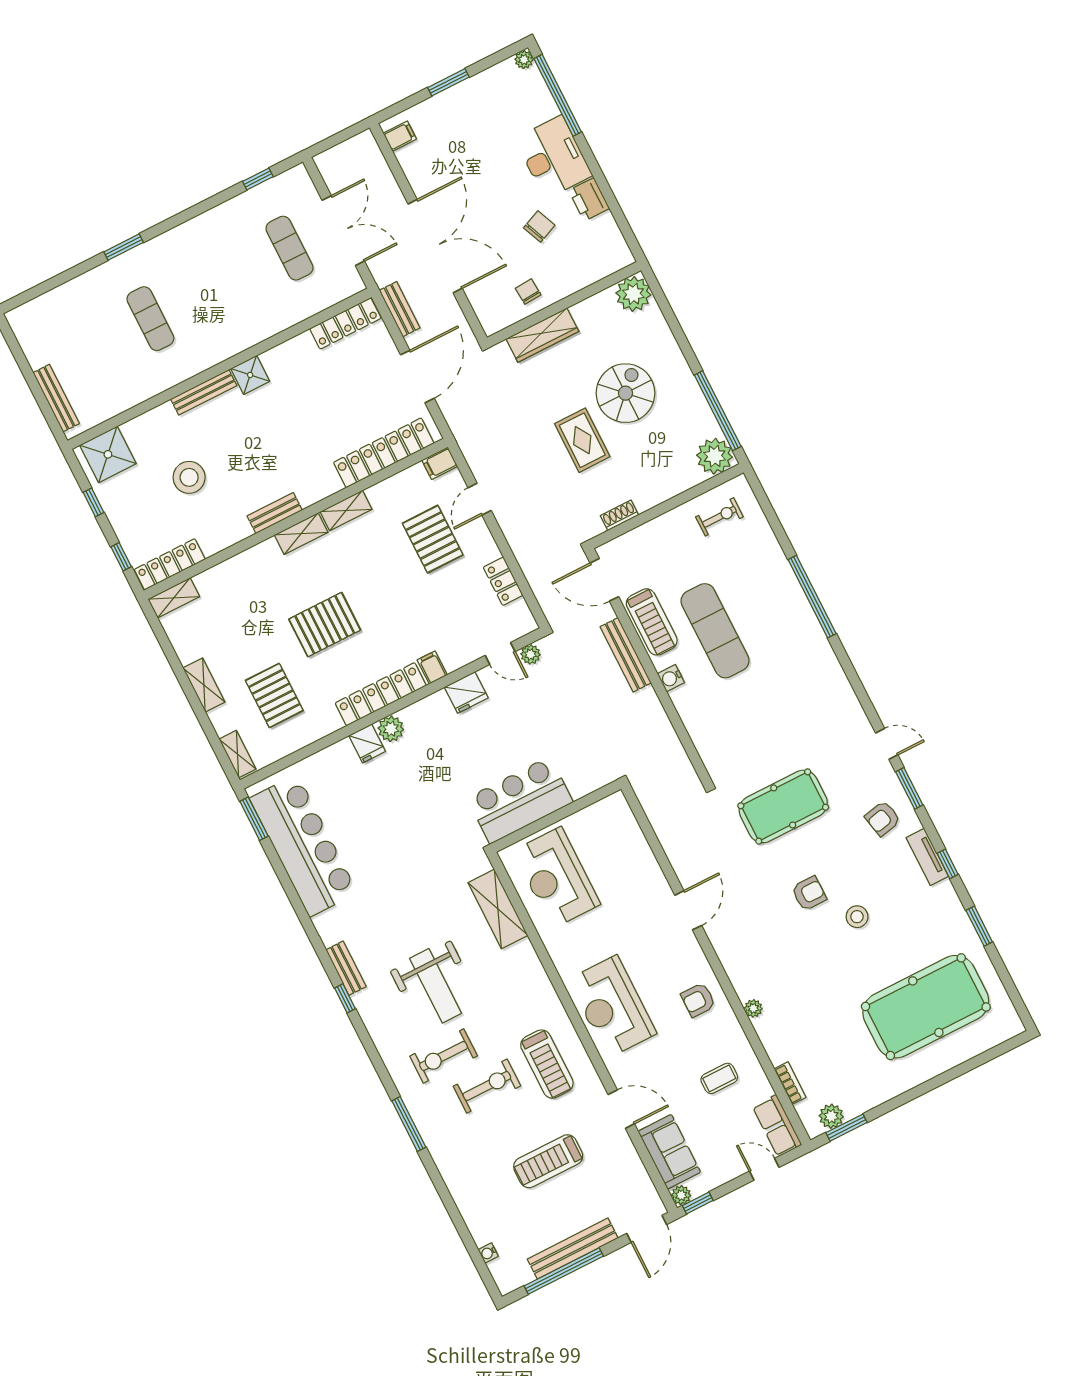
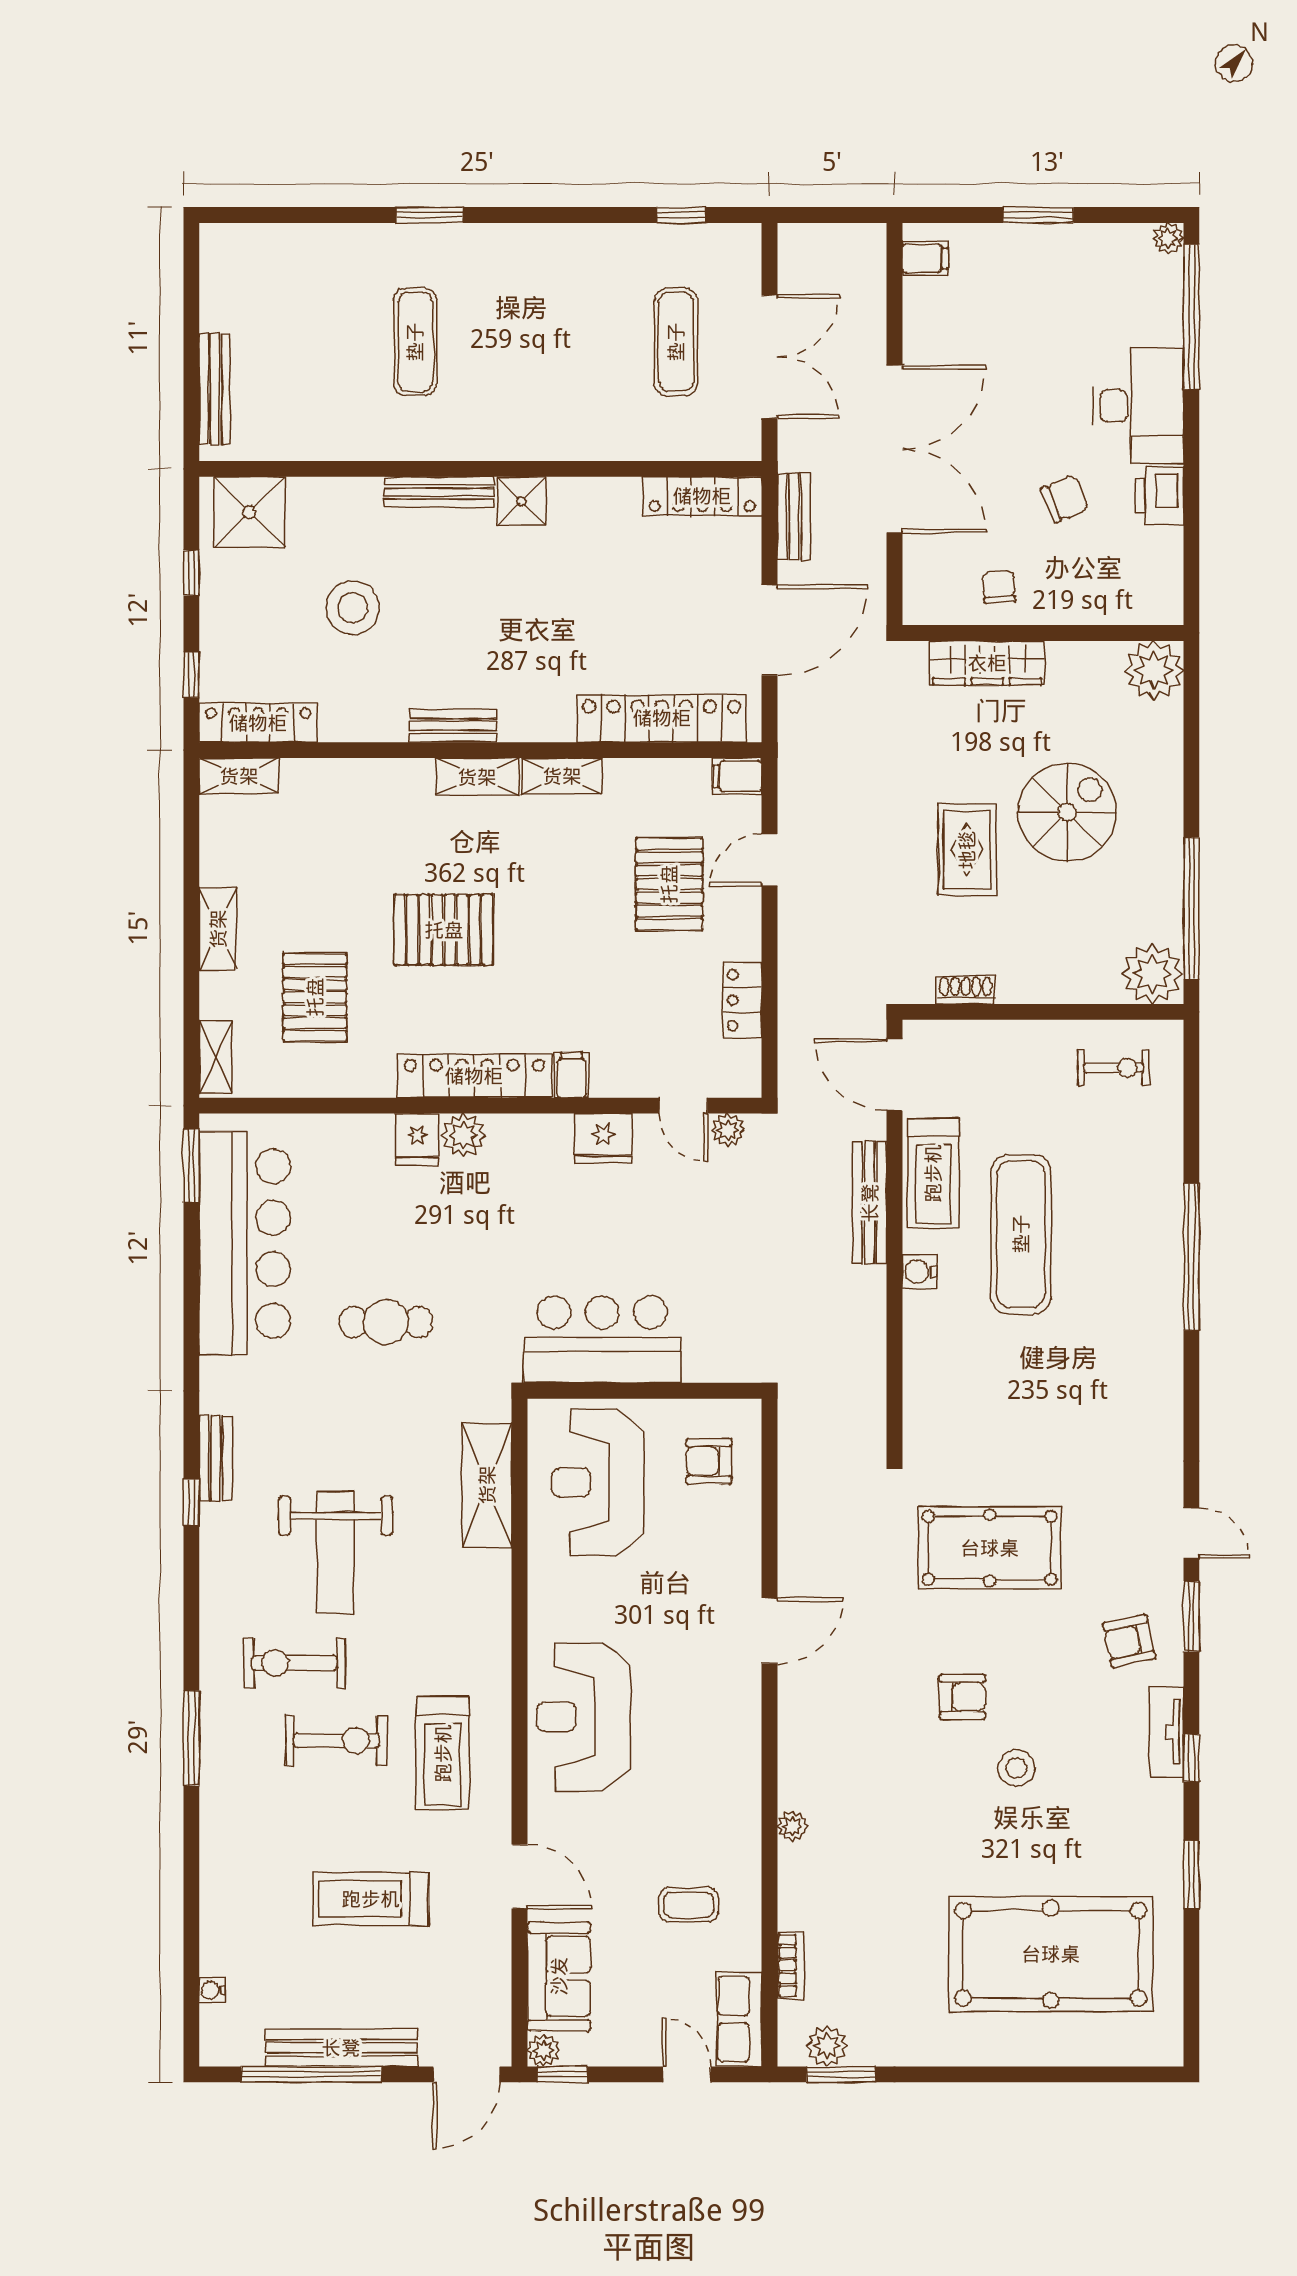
cafe table: (400, 849) -> (386, 1322), added
armchair: (698, 1000) -> (709, 1461), moved

